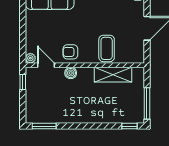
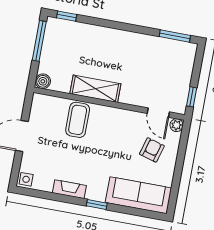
armchair: (70, 52) -> (152, 150), moved, turned -74
boiler: (71, 73) -> (43, 81), moved
shelving: (113, 75) -> (95, 89), moved

